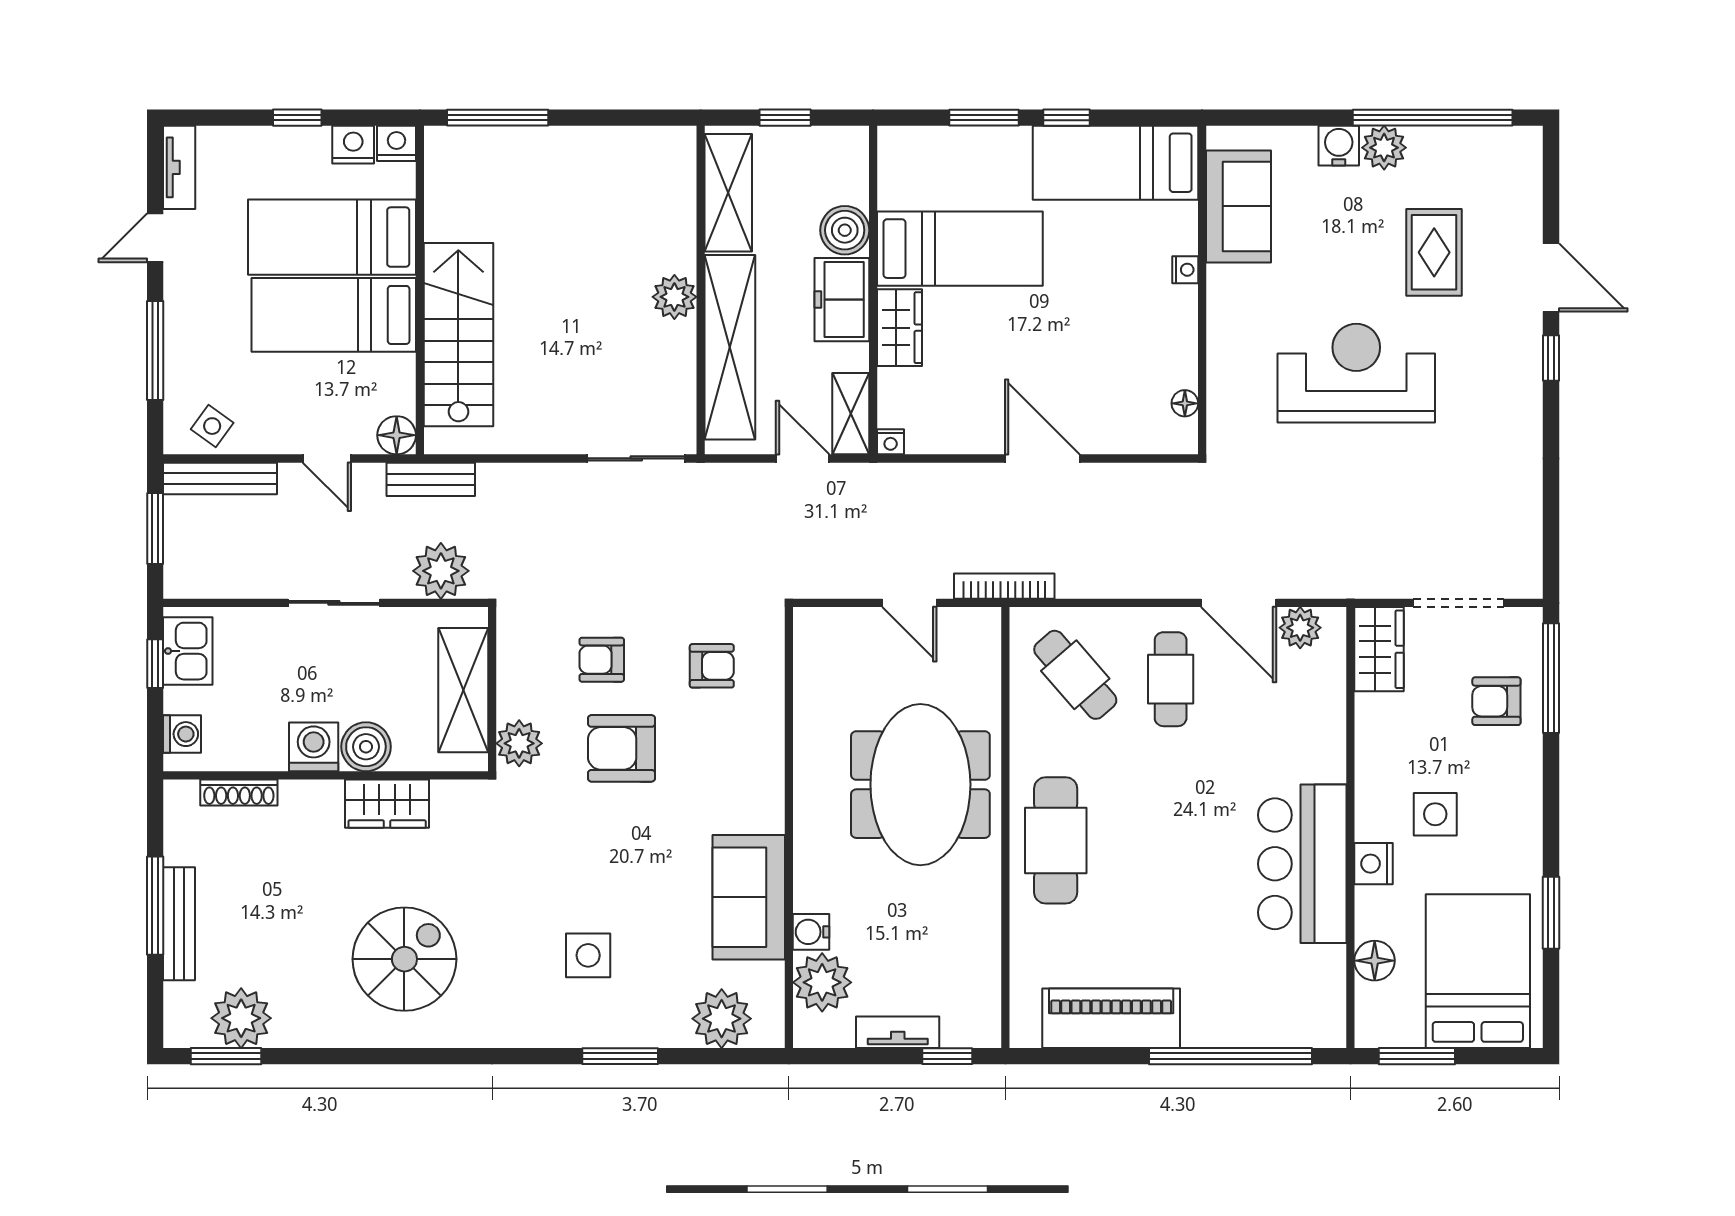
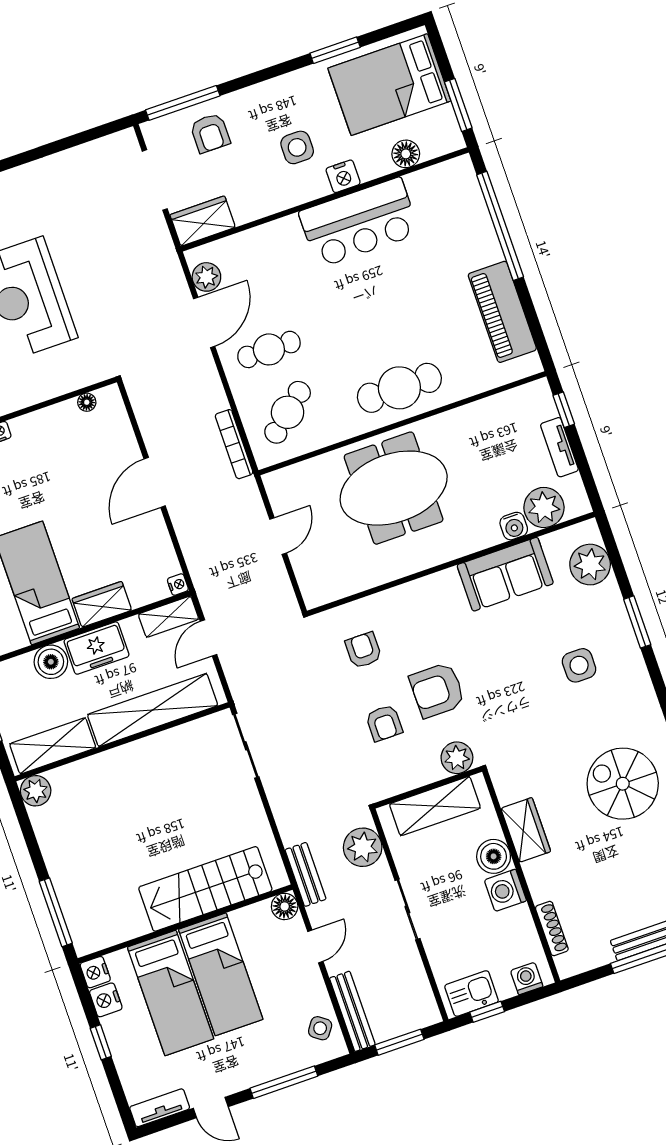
plant: (674, 297) -> (36, 791), moved
bookcase: (1004, 586) -> (234, 444), moved
armchair: (621, 748) -> (437, 690), turned 90

